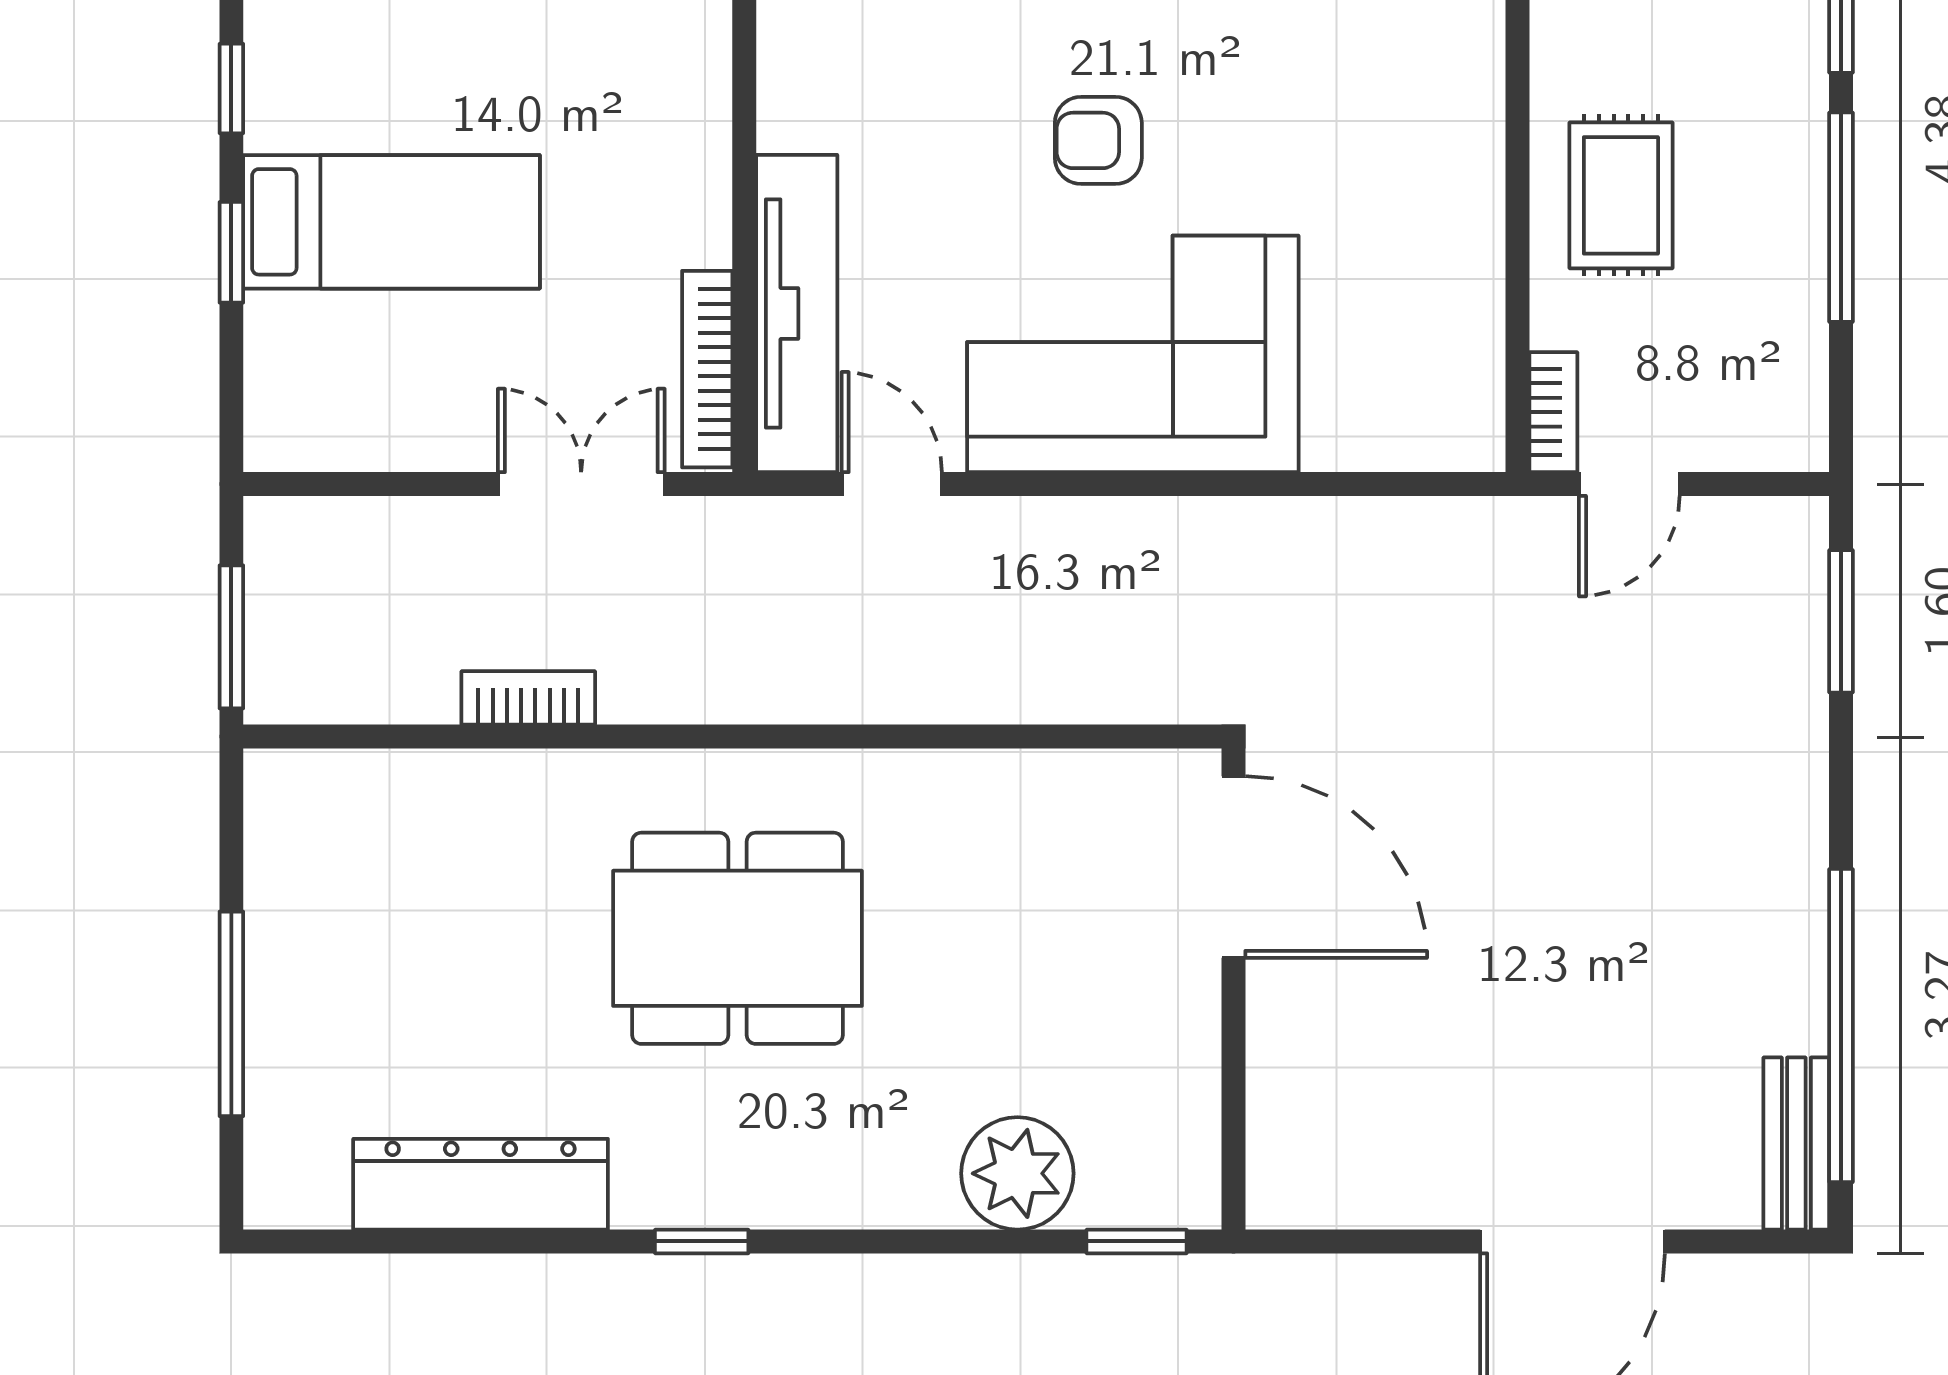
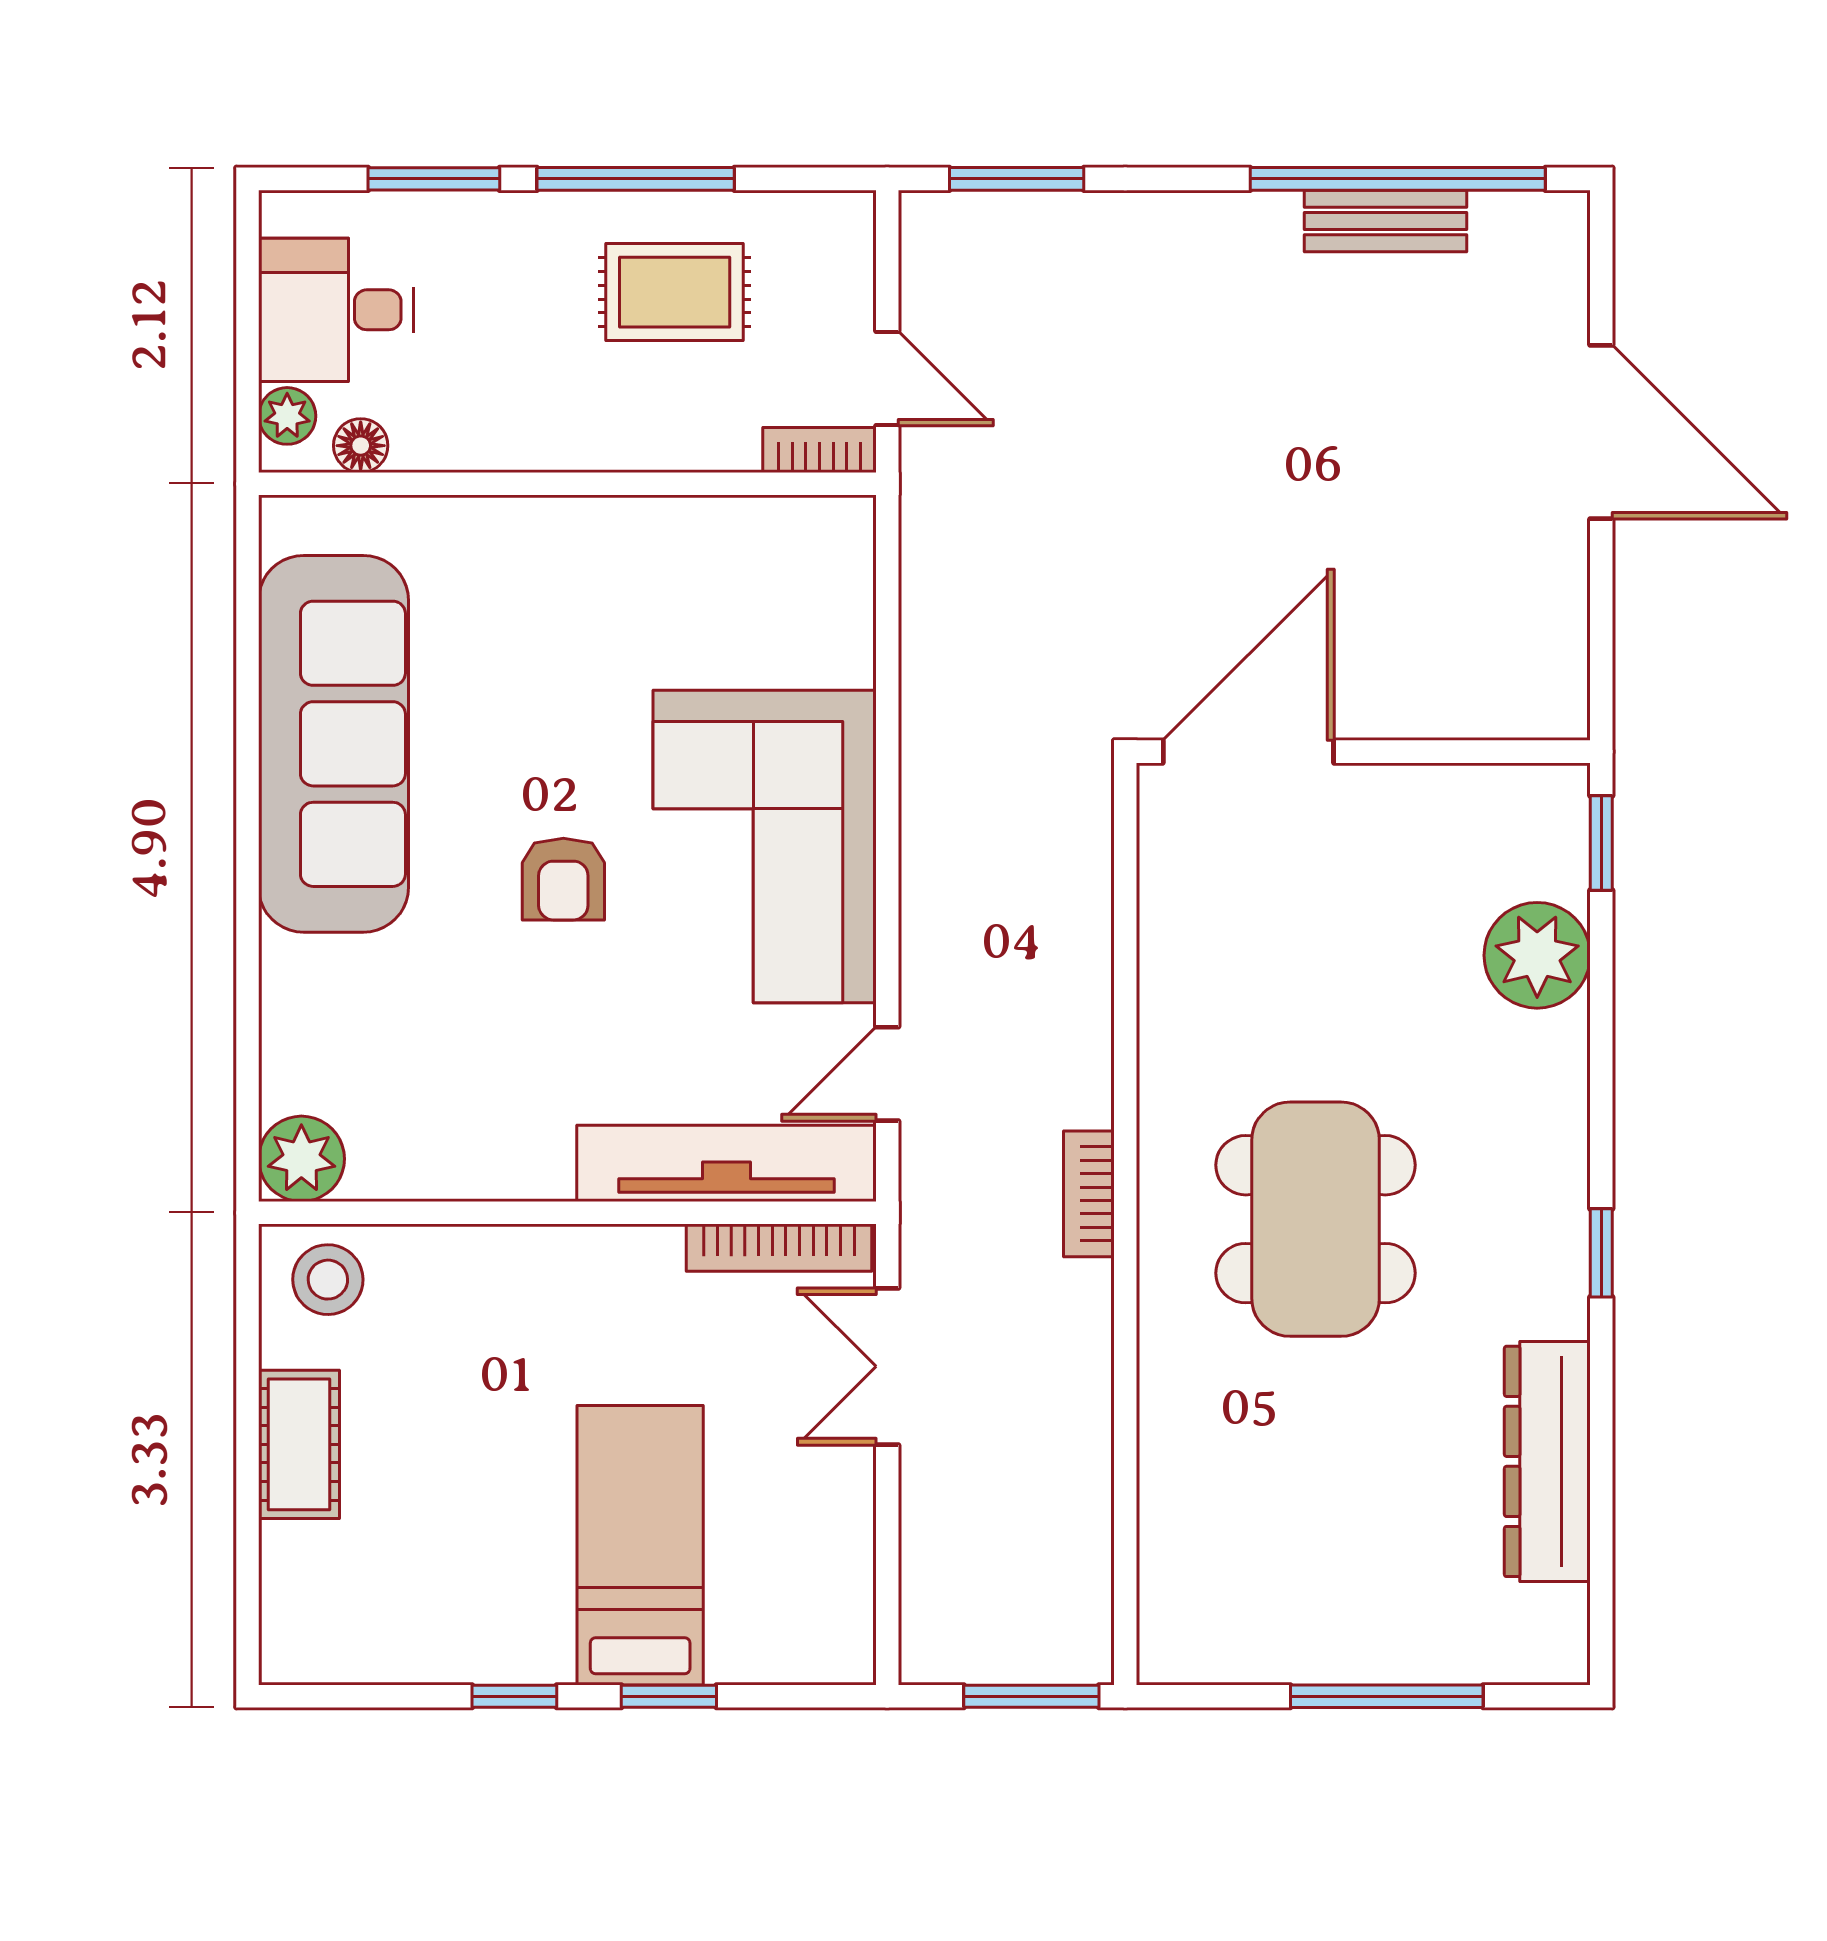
rug: (1621, 195) -> (675, 292), moved
bookcase: (528, 698) -> (1089, 1194), moved
bench: (1796, 1144) -> (1385, 221), moved

